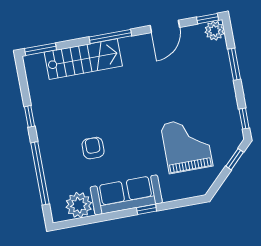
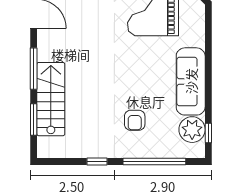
window: (40, 49) -> (34, 119), moved
armchair: (93, 148) -> (135, 120), moved, turned -90
window: (147, 209) -> (208, 133), moved

